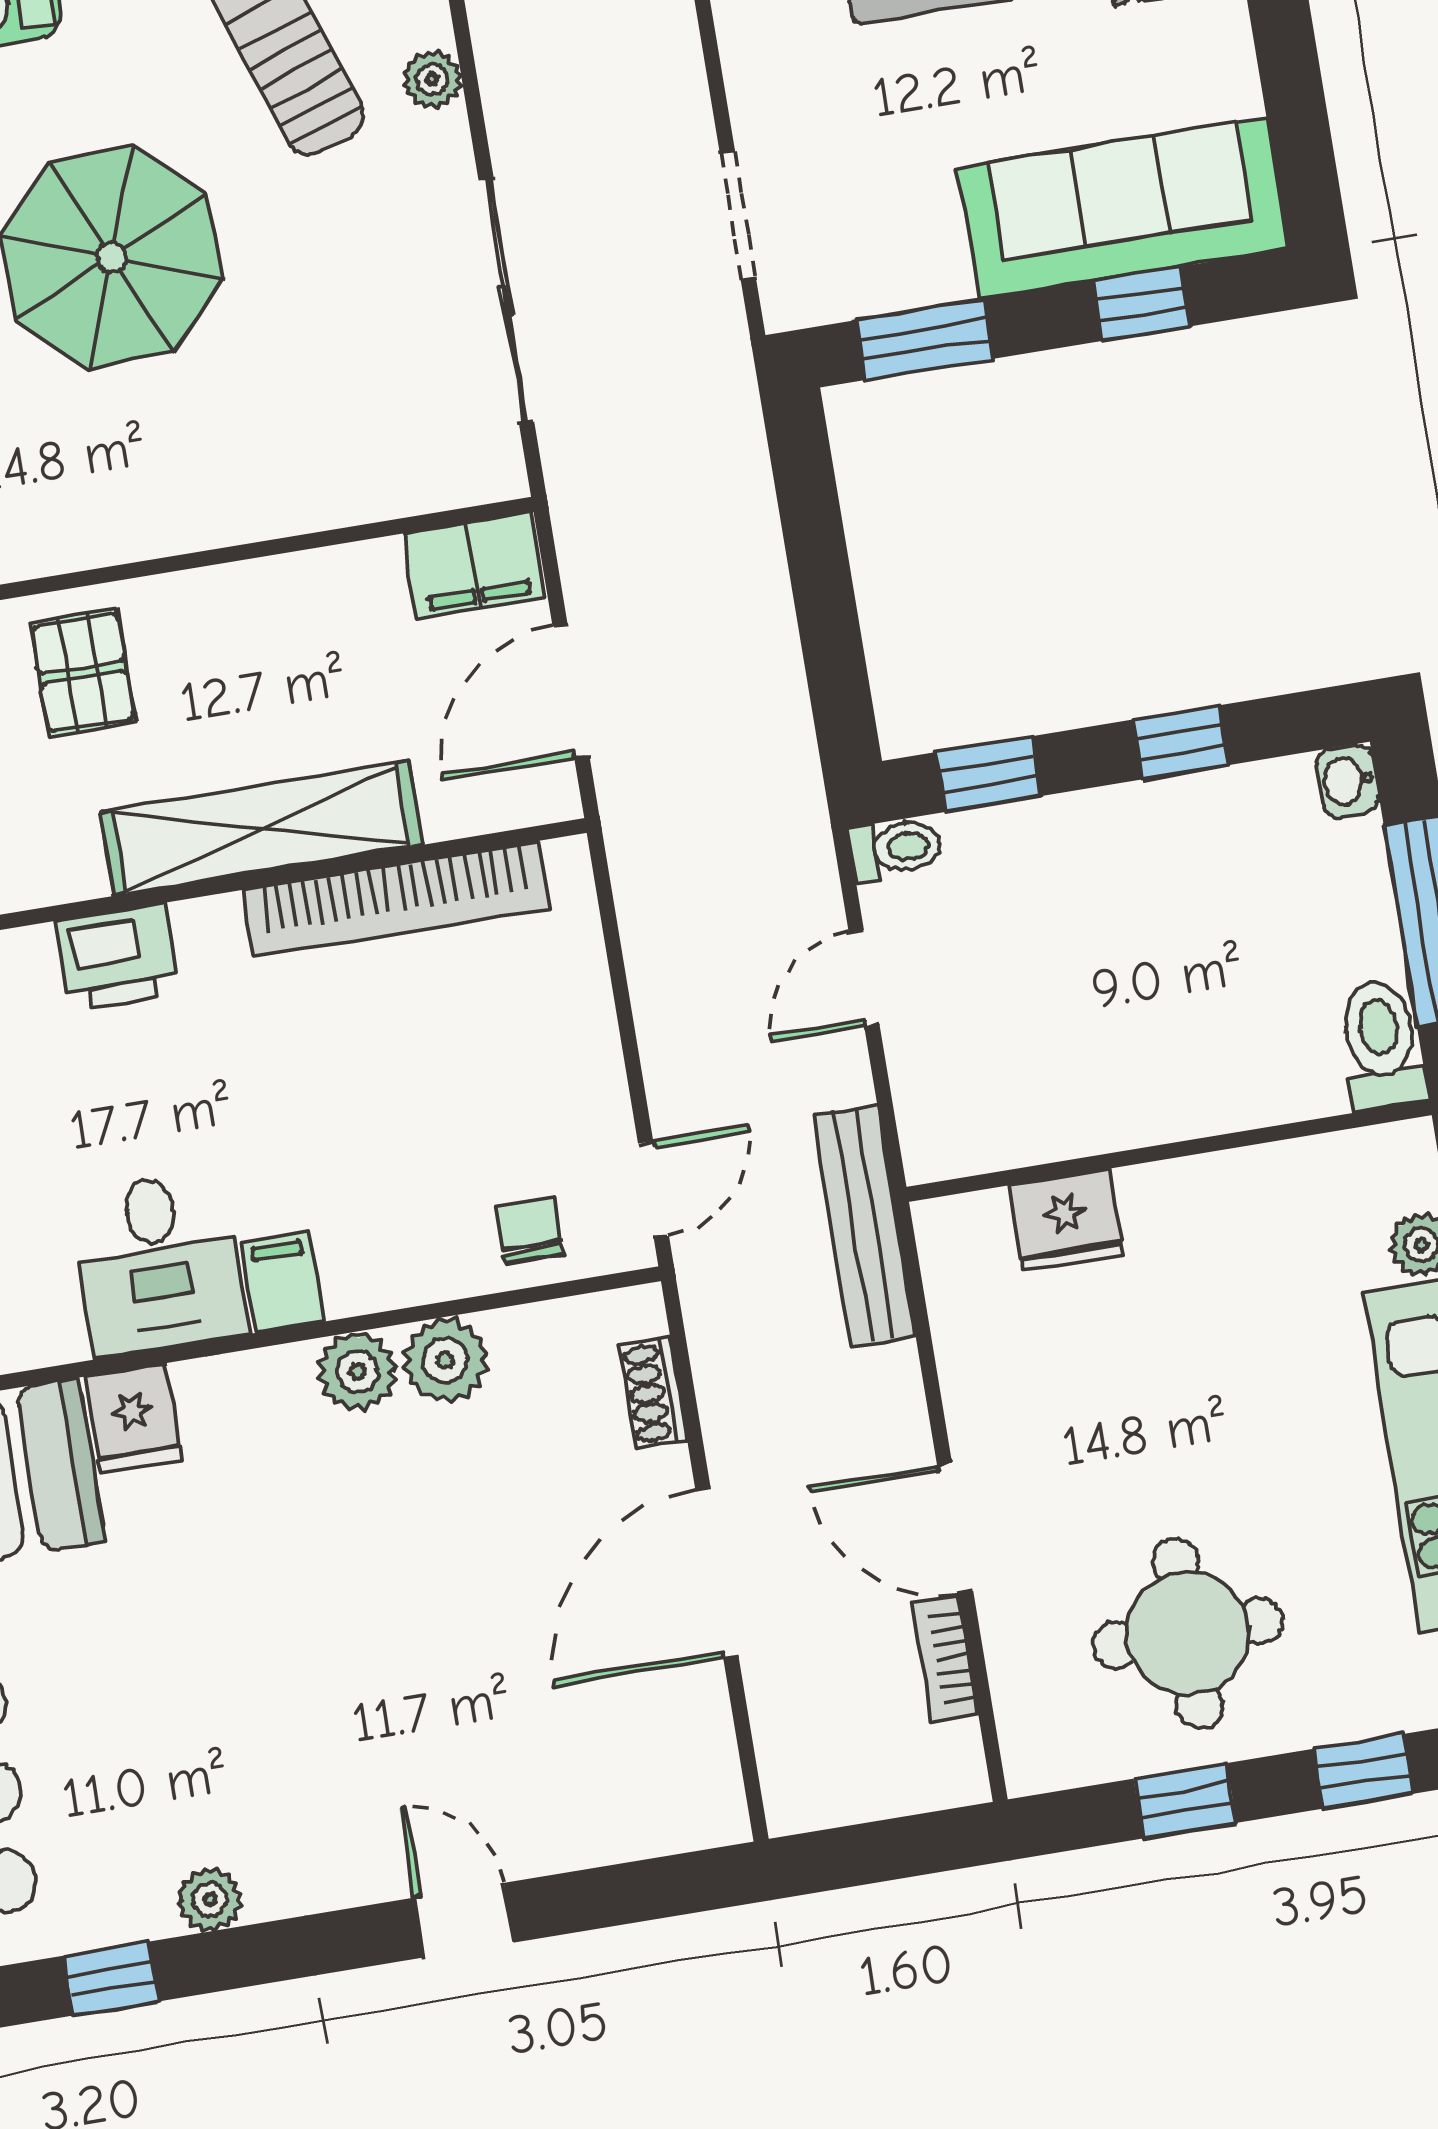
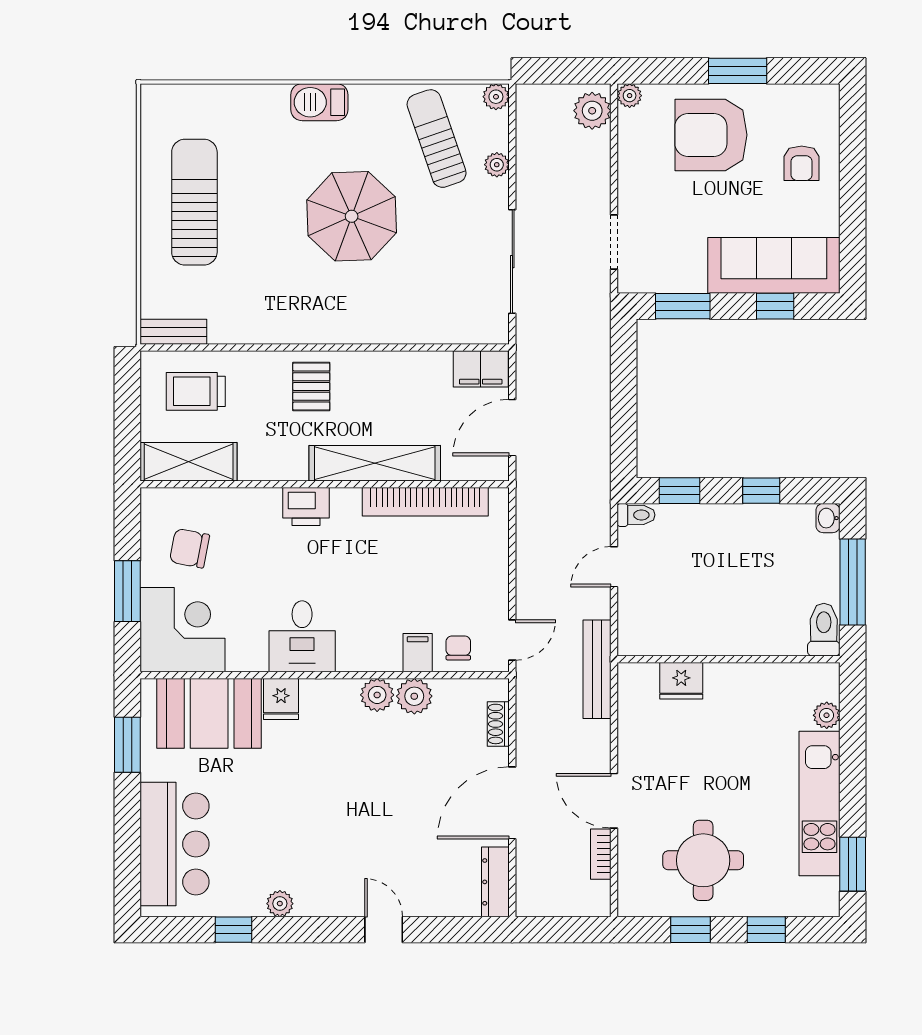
filing cabinet: (282, 1282) -> (418, 653), moved
dresser: (708, 1765) -> (495, 882), added

